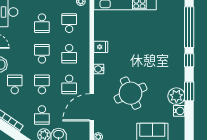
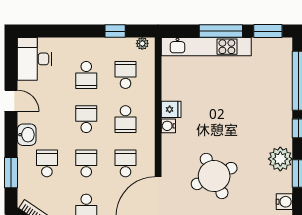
water cooler: (99, 69) -> (168, 126), moved
school desk: (69, 84) -> (125, 163), turned 180
plant: (176, 96) -> (280, 159), moved

